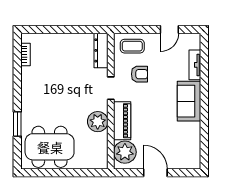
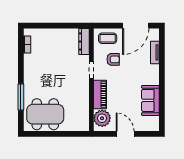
door: (169, 29) -> (136, 26), width x1.87
sofa: (189, 101) -> (150, 100), moved
plant: (98, 122) -> (82, 95), removed
window: (17, 124) -> (21, 97), width x1.44

